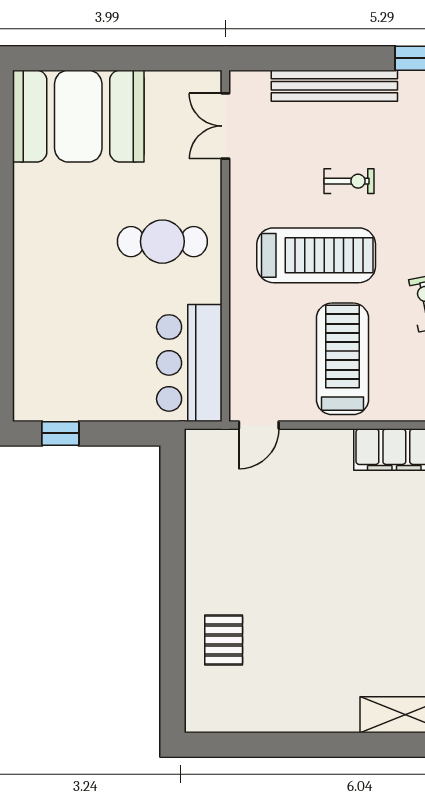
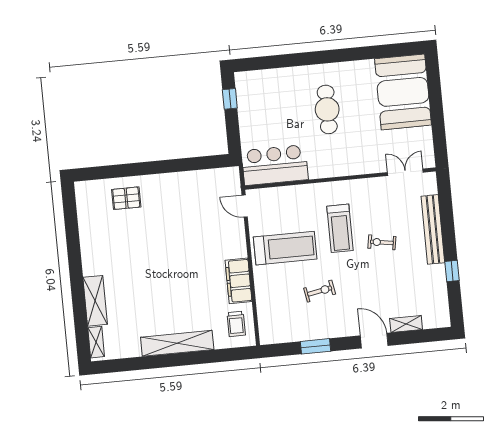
exercise bike: (349, 181) -> (382, 242), turned 99
cafe table: (162, 242) -> (327, 109), moved
treadmill: (316, 255) -> (340, 228), width x0.73, depth x0.73

